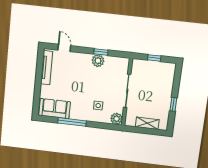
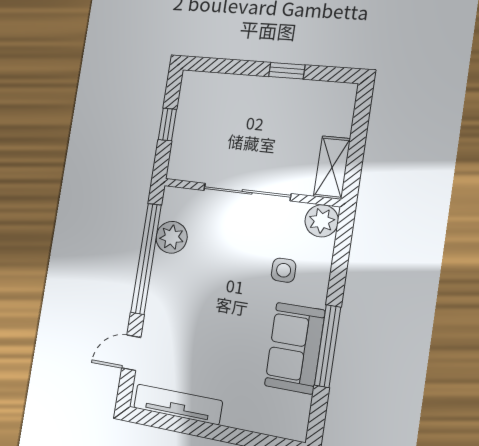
window: (101, 52) -> (146, 259), width x3.17
plant: (98, 61) -> (172, 237), moved
sofa: (55, 109) -> (295, 348), moved
shelving: (147, 123) -> (332, 168), moved

